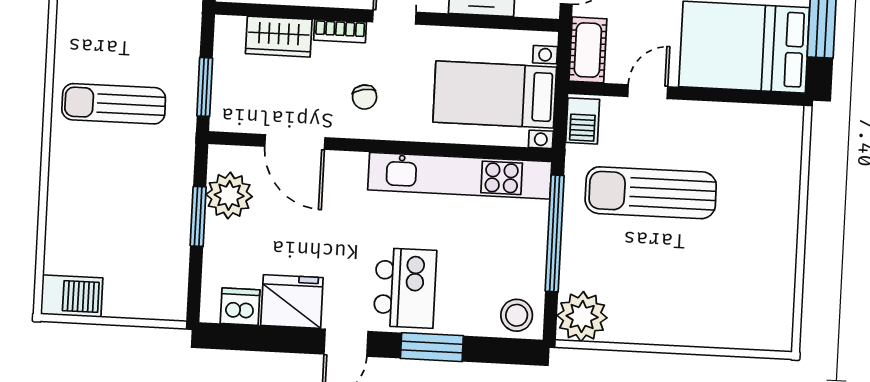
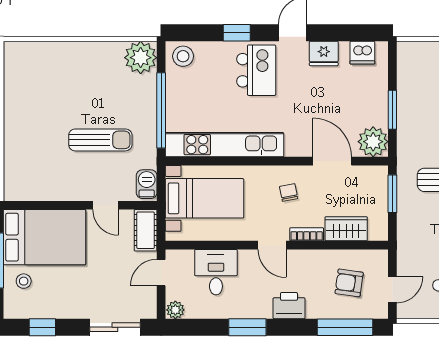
door: (648, 92) -> (106, 205), hinge flipped
sun lounger: (651, 193) -> (100, 140), width x0.73, depth x0.75
plant: (229, 195) -> (373, 142), moved
kitchen island: (405, 288) -> (256, 70), turned 180
fridge: (292, 302) -> (324, 54), width x0.73, depth x0.75
window: (432, 347) -> (237, 33), width x0.67

